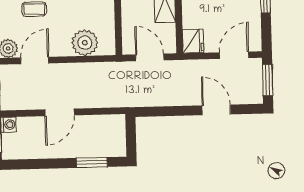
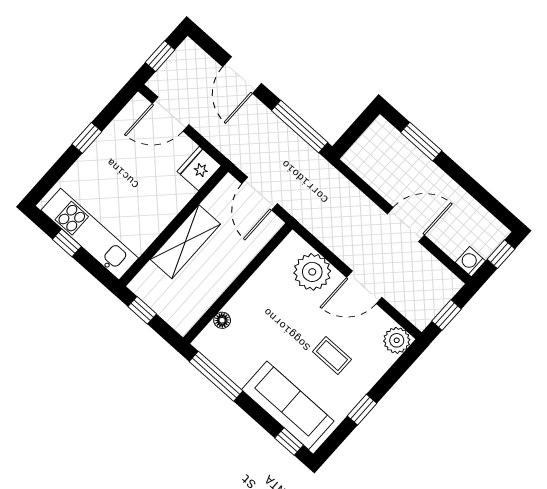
door: (35, 60) -> (364, 287), moved
window: (268, 80) -> (160, 56), width x0.67
window: (162, 111) -> (300, 127), added

